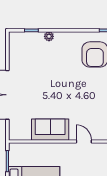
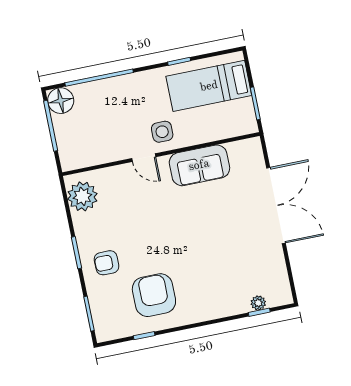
plant: (49, 36) -> (258, 303), moved
side table: (69, 155) -> (162, 132), added

